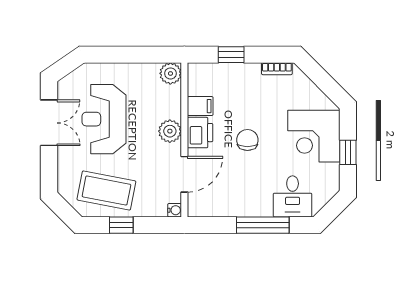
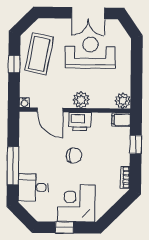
filing cabinet: (200, 106) -> (121, 120), moved, turned 90

